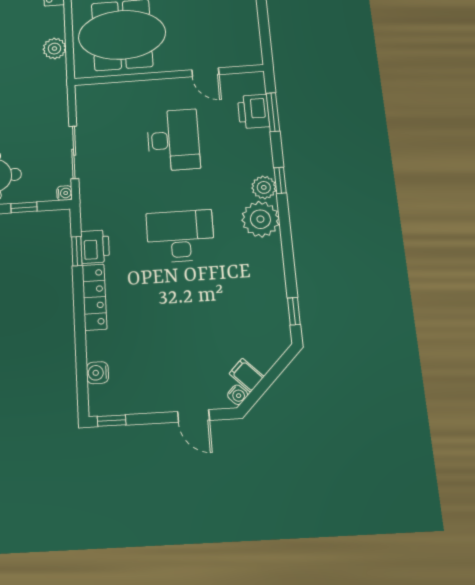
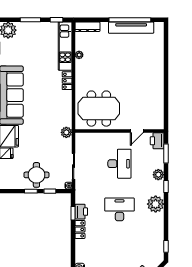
plant: (54, 49) -> (66, 132), moved
door: (205, 72) -> (137, 131), hinge flipped
printer: (253, 111) -> (157, 141), moved
plant: (264, 187) -> (158, 175), moved
locker: (94, 297) -> (80, 229), width x0.66

